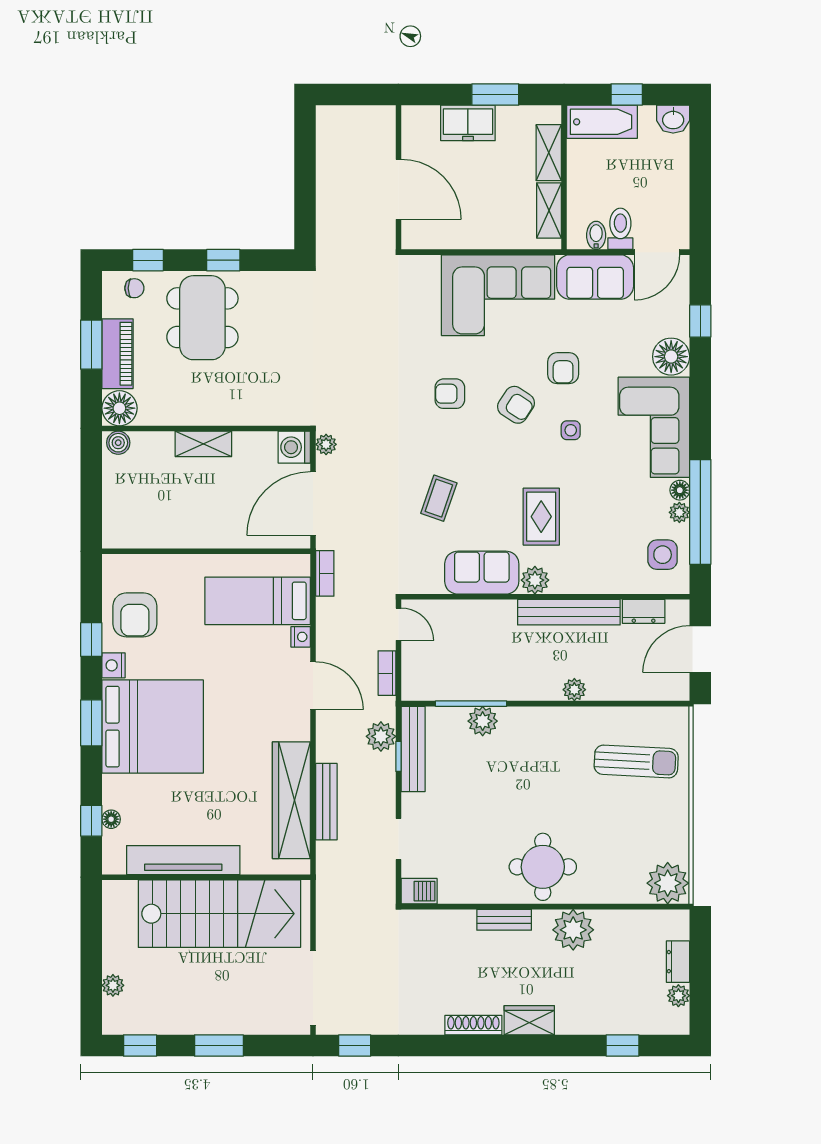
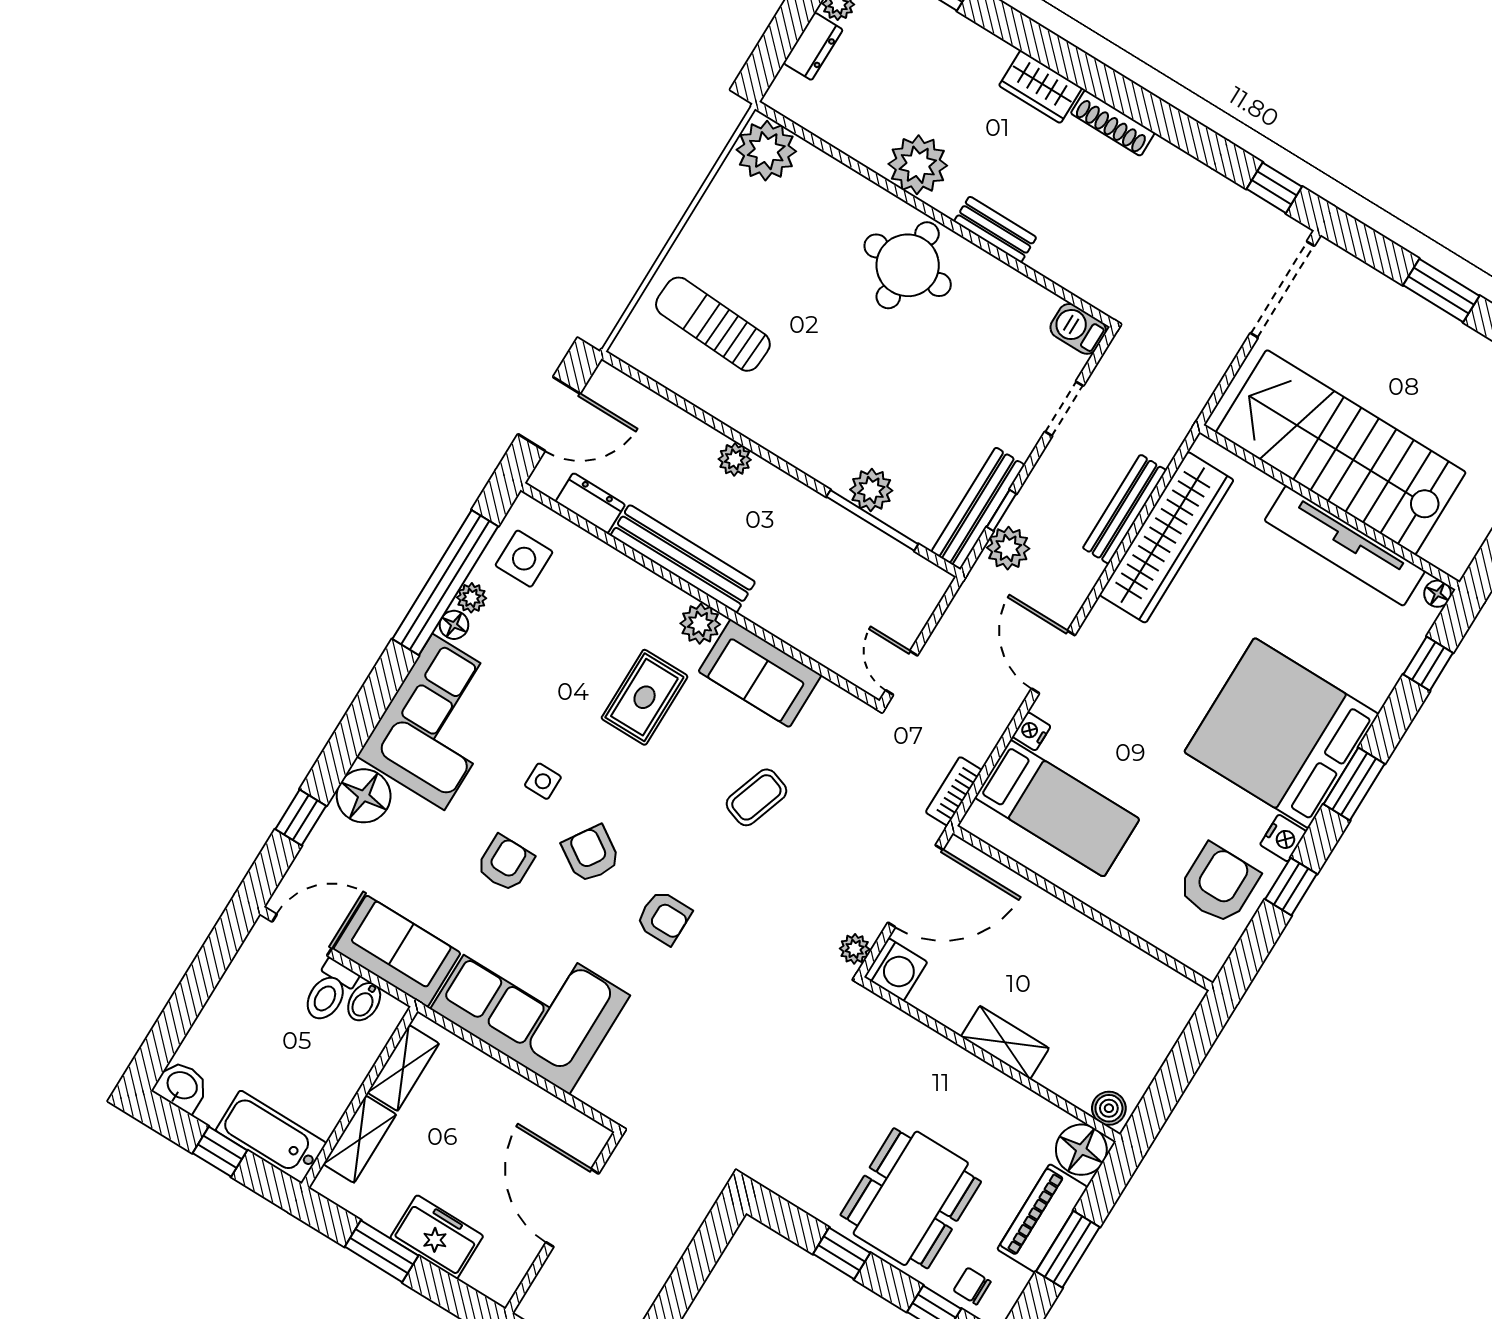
bookcase: (387, 673) -> (953, 622), removed
floor lamp: (111, 819) -> (1438, 594), moved

